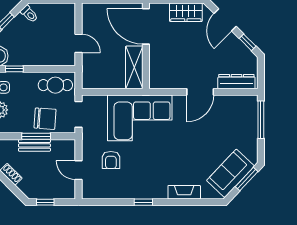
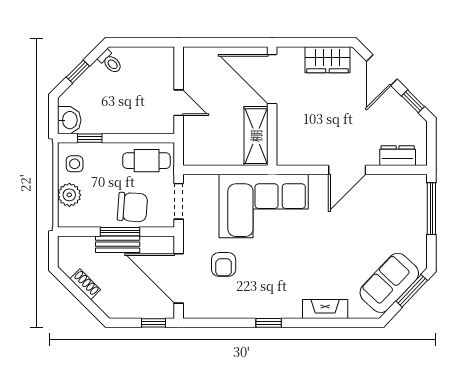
dresser: (236, 82) -> (398, 156), width x0.70
door: (78, 170) -> (179, 278), width x1.88
window: (45, 202) -> (154, 323), moved

